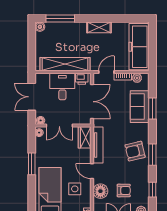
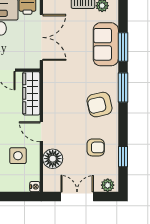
wardrobe: (85, 137) -> (31, 93), width x1.50
tv unit: (98, 145) -> (49, 96), removed
window: (152, 155) -> (123, 87), moved
armchair: (124, 190) -> (96, 147), moved

